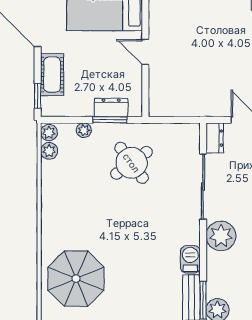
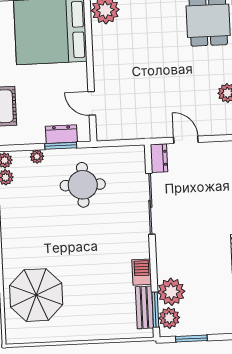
door: (145, 52) -> (92, 103), moved
round table: (131, 163) -> (83, 185), turned 36
plant: (221, 236) -> (171, 292), moved

